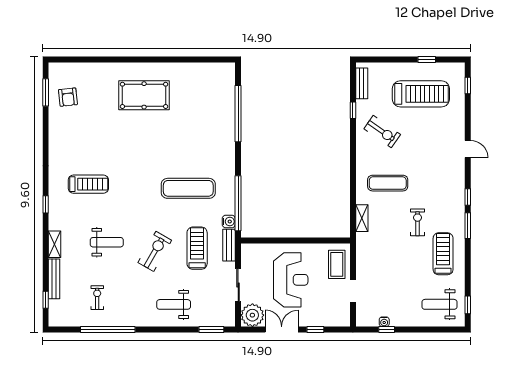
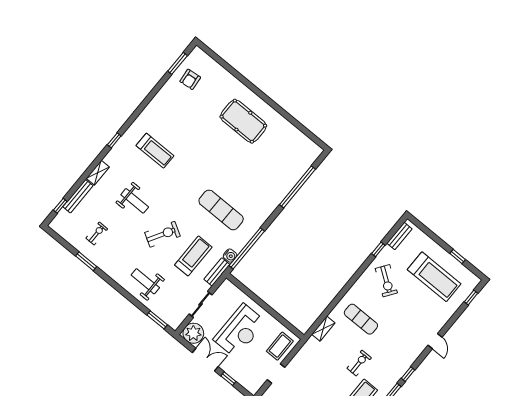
window: (108, 329) -> (86, 261), width x0.47

